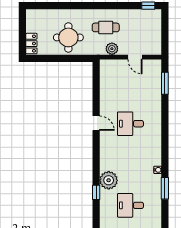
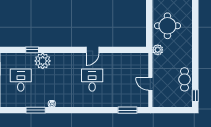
cafe table: (106, 27) -> (184, 79), moved
plant: (112, 49) -> (158, 50), moved
door: (135, 57) -> (150, 84), hinge flipped

